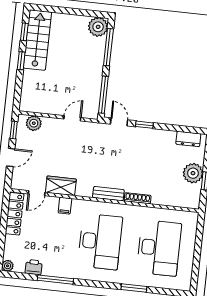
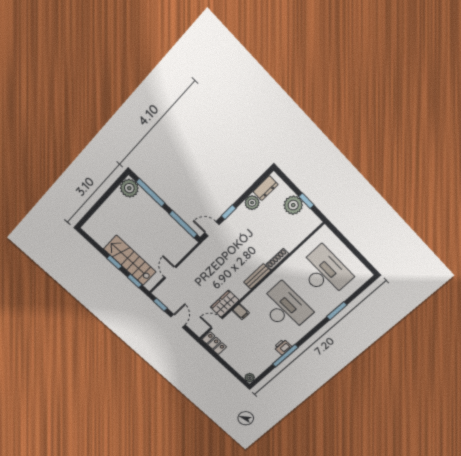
window: (24, 32) -> (135, 281), moved
stairs: (37, 40) -> (130, 260), moved
door: (72, 118) -> (170, 272), moved
plant: (34, 123) -> (252, 203), moved
door: (37, 193) -> (217, 323), swing flipped
locker: (15, 214) -> (214, 343), width x0.66
printer: (34, 267) -> (283, 347), moved

